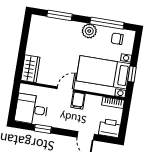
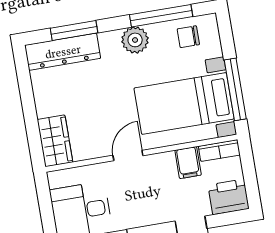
dresser: (50, 24) -> (63, 52), added
window: (132, 74) -> (235, 89), width x2.17
filing cabinet: (78, 101) -> (188, 163), moved

